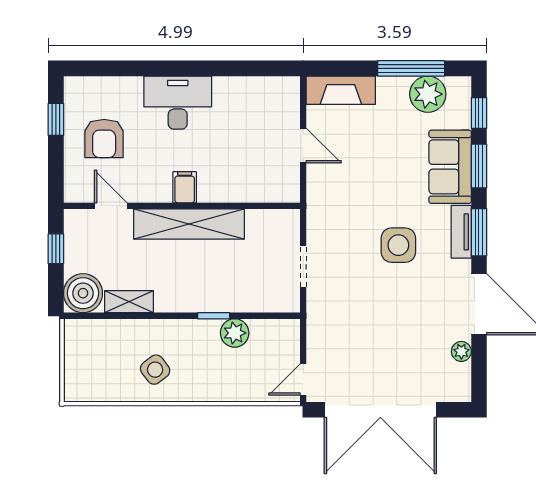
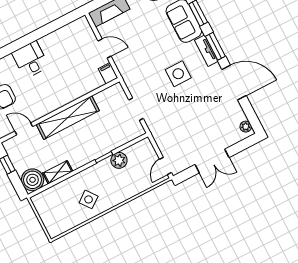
desk: (178, 103) -> (30, 60), width x0.73
filing cabinet: (185, 187) -> (108, 73), moved
plant: (461, 351) -> (246, 127), moved
double door: (380, 410) -> (212, 161), width x0.54

